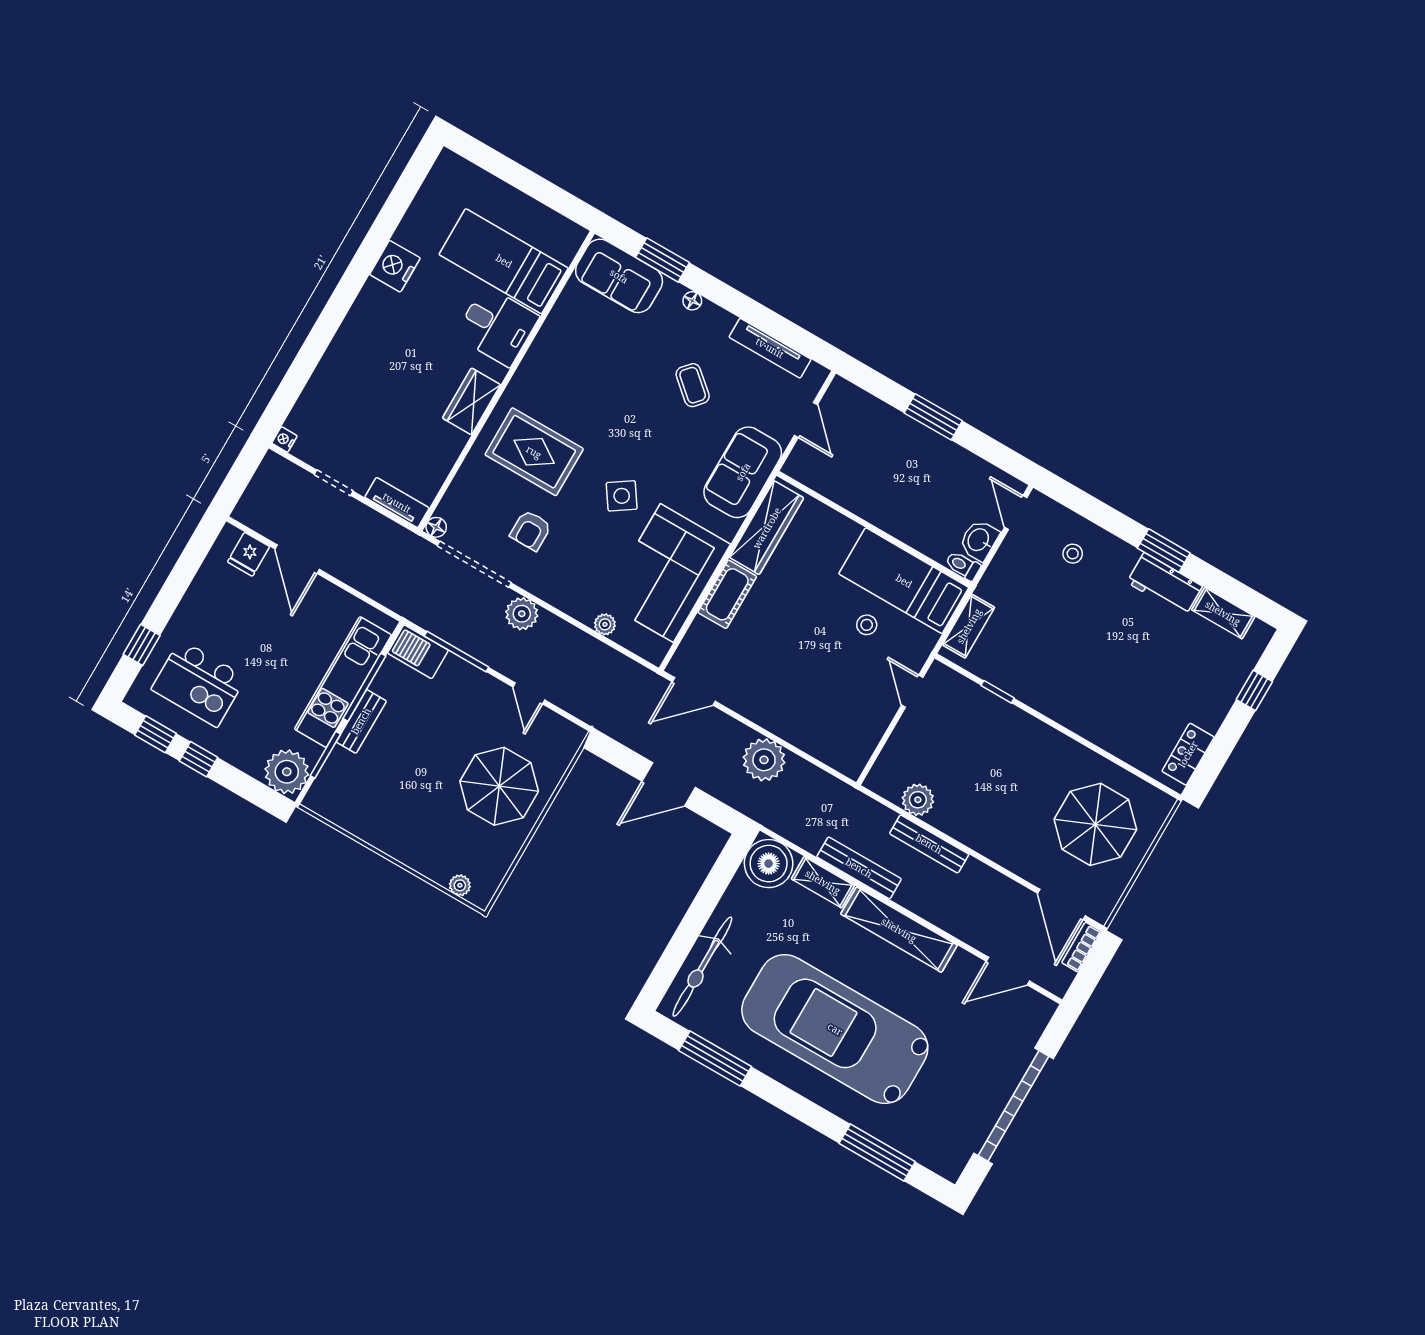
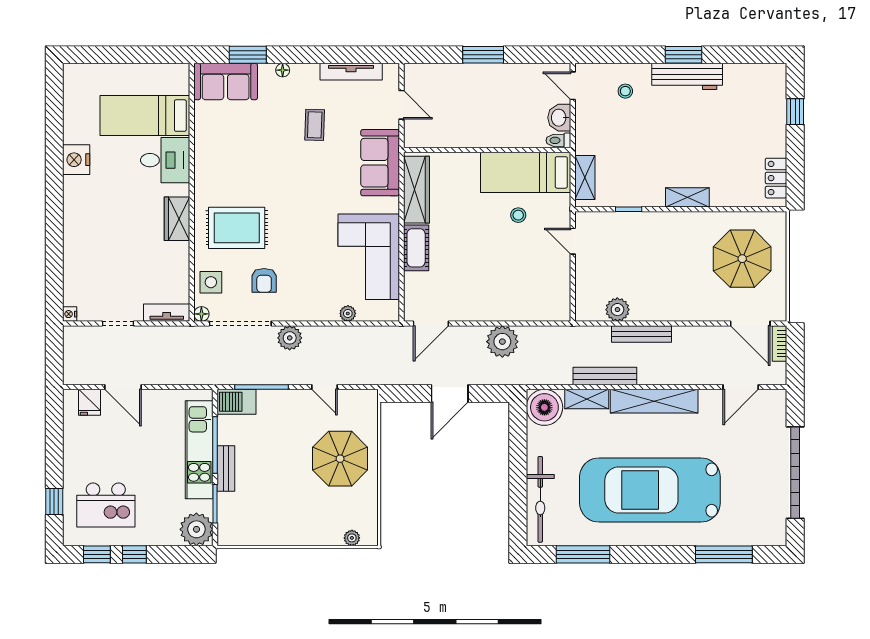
coffee table: (693, 385) -> (315, 125), turned 51
side table: (622, 496) -> (211, 282), moved, turned 34
workbench: (1165, 584) -> (687, 76), width x1.38
shelving: (1223, 613) -> (687, 197), moved

